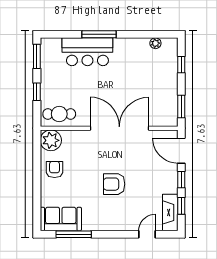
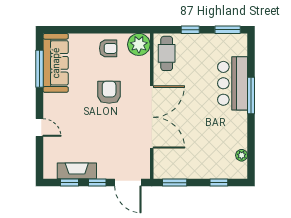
door: (181, 151) -> (128, 183), swing flipped
armchair: (114, 184) -> (109, 92), moved
fireplace: (170, 212) -> (77, 171), moved
sofa: (61, 219) -> (56, 63), width x1.36
door: (147, 234) -> (40, 128), moved

